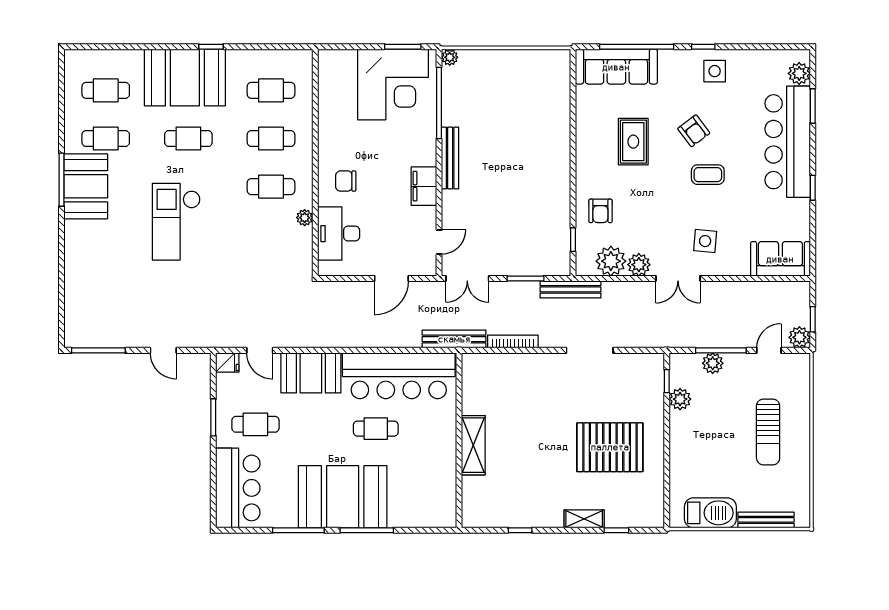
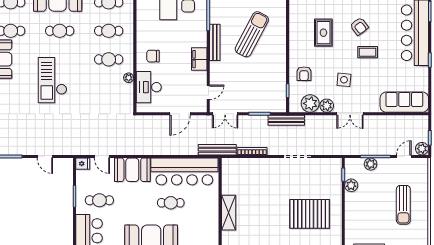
sun lounger: (512, 144) -> (252, 34), added
side table: (705, 241) -> (344, 80), moved
sofa: (780, 259) -> (404, 102), width x1.36

